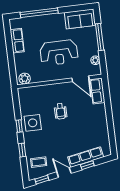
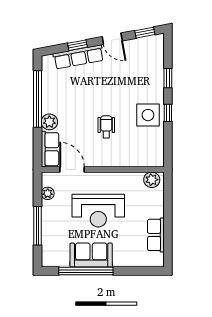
window: (39, 13) -> (86, 271), moved
sofa: (80, 19) -> (91, 255), moved
reception desk: (59, 53) -> (98, 211), turned 180
plant: (100, 110) -> (49, 122), added
window: (110, 125) -> (38, 99), added
coffee table: (39, 162) -> (146, 58), removed

